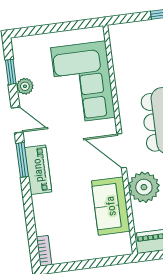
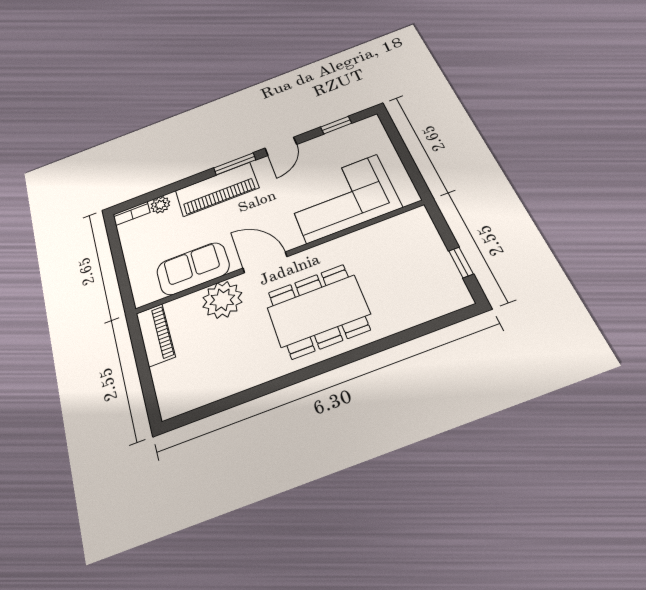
plant: (25, 86) -> (160, 205), moved
door: (122, 151) -> (265, 262), hinge flipped
piano: (38, 170) -> (217, 189), width x1.37, depth x1.33

